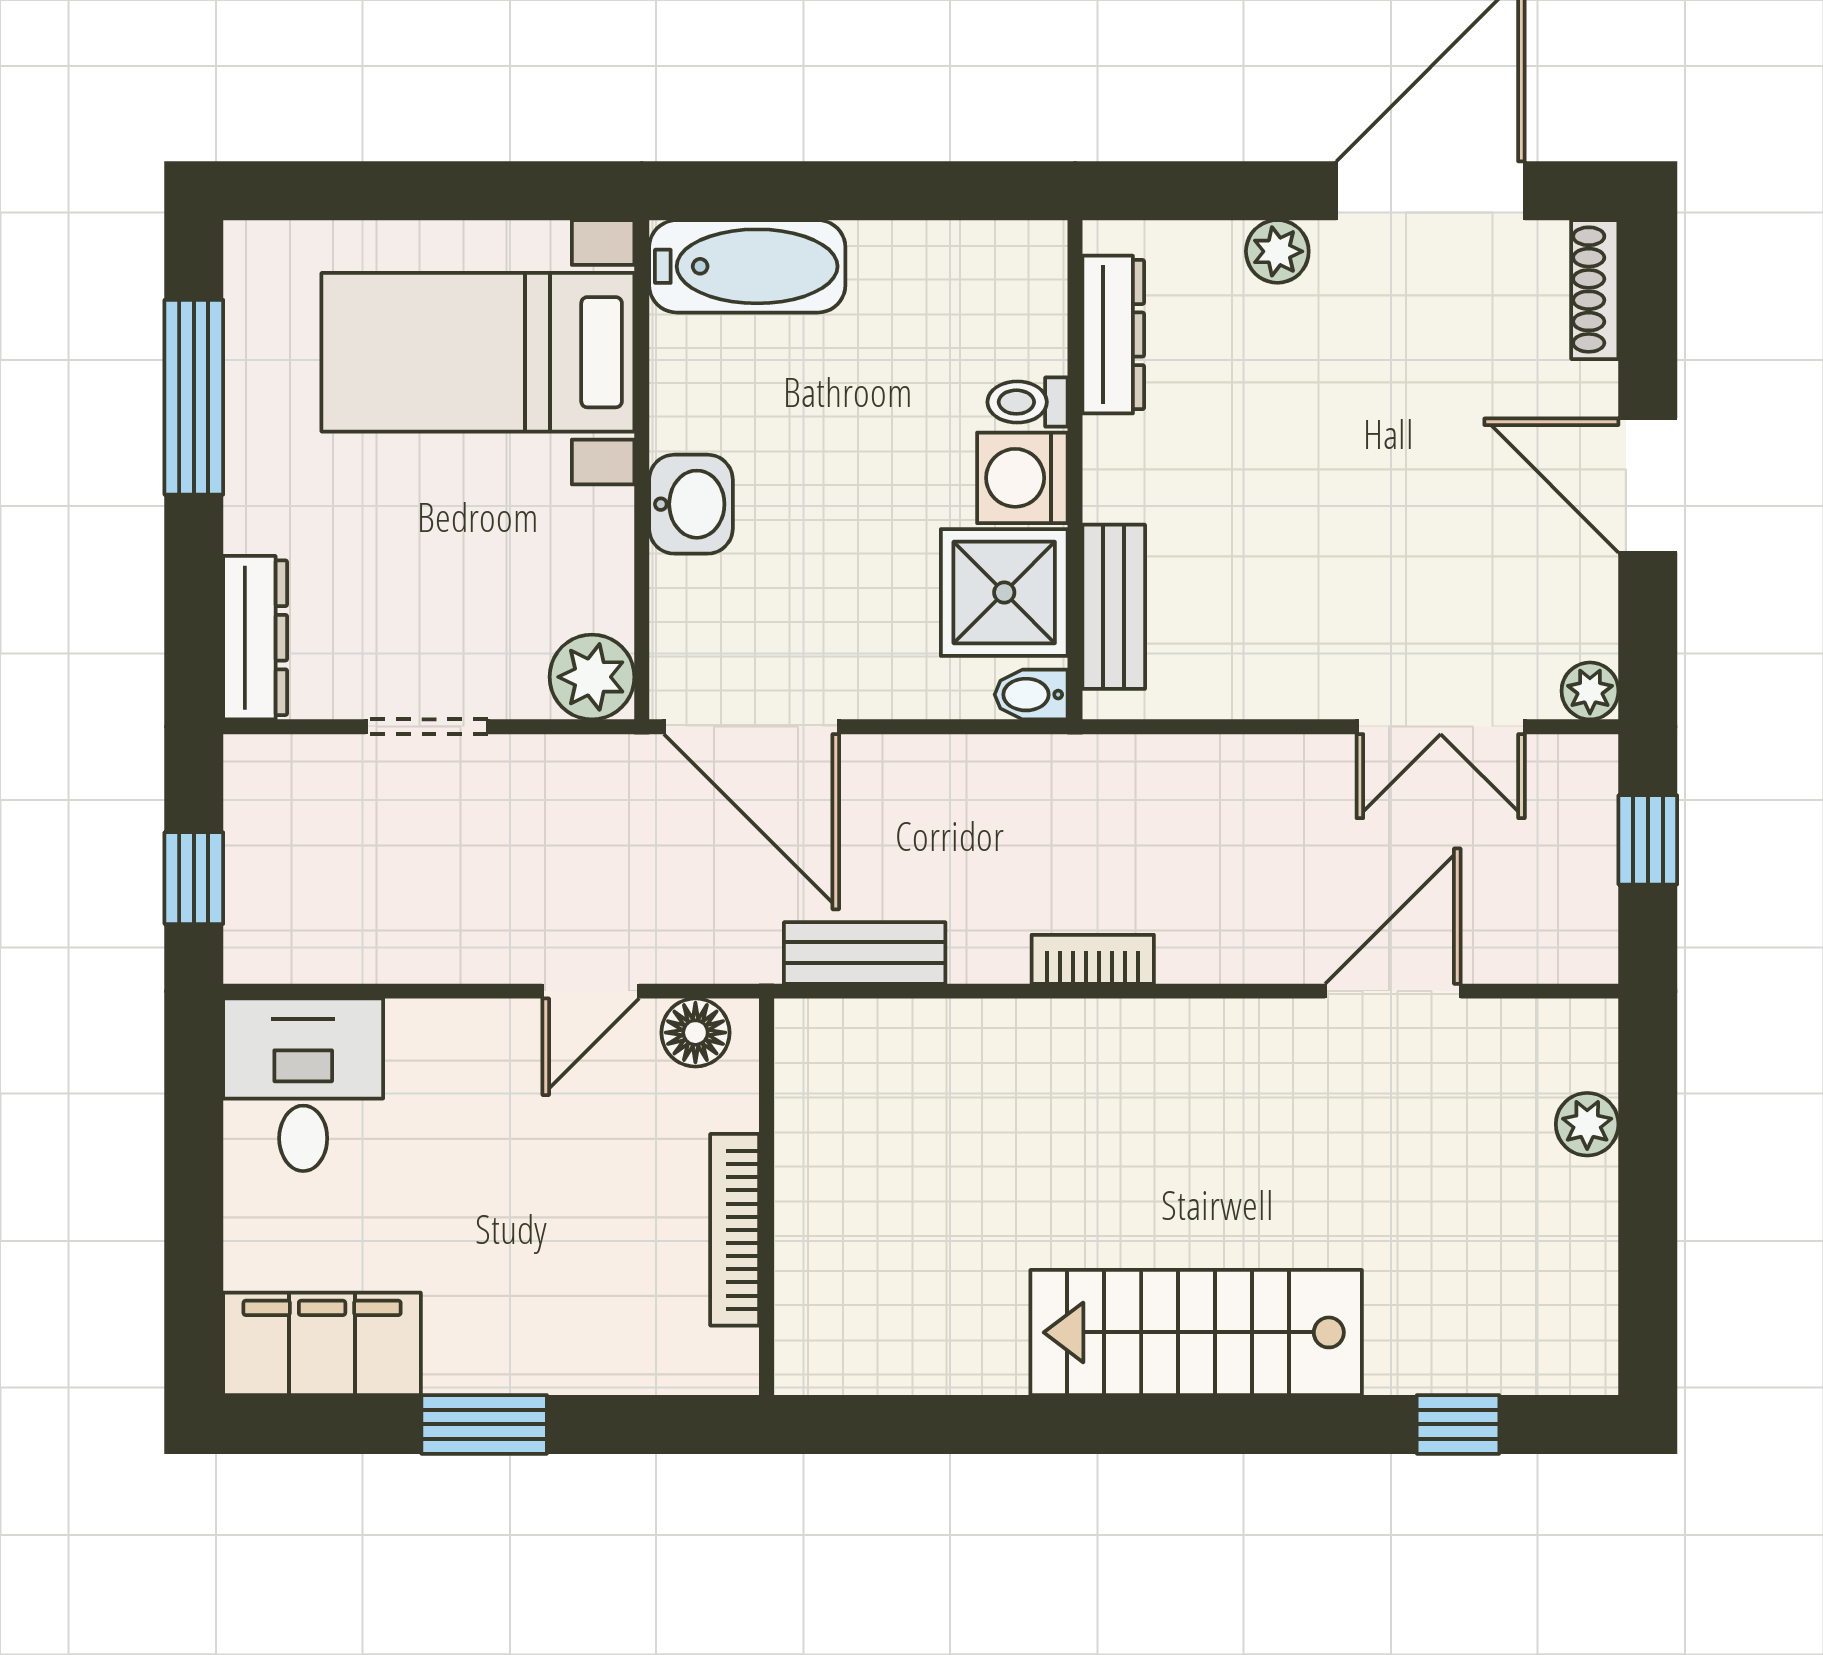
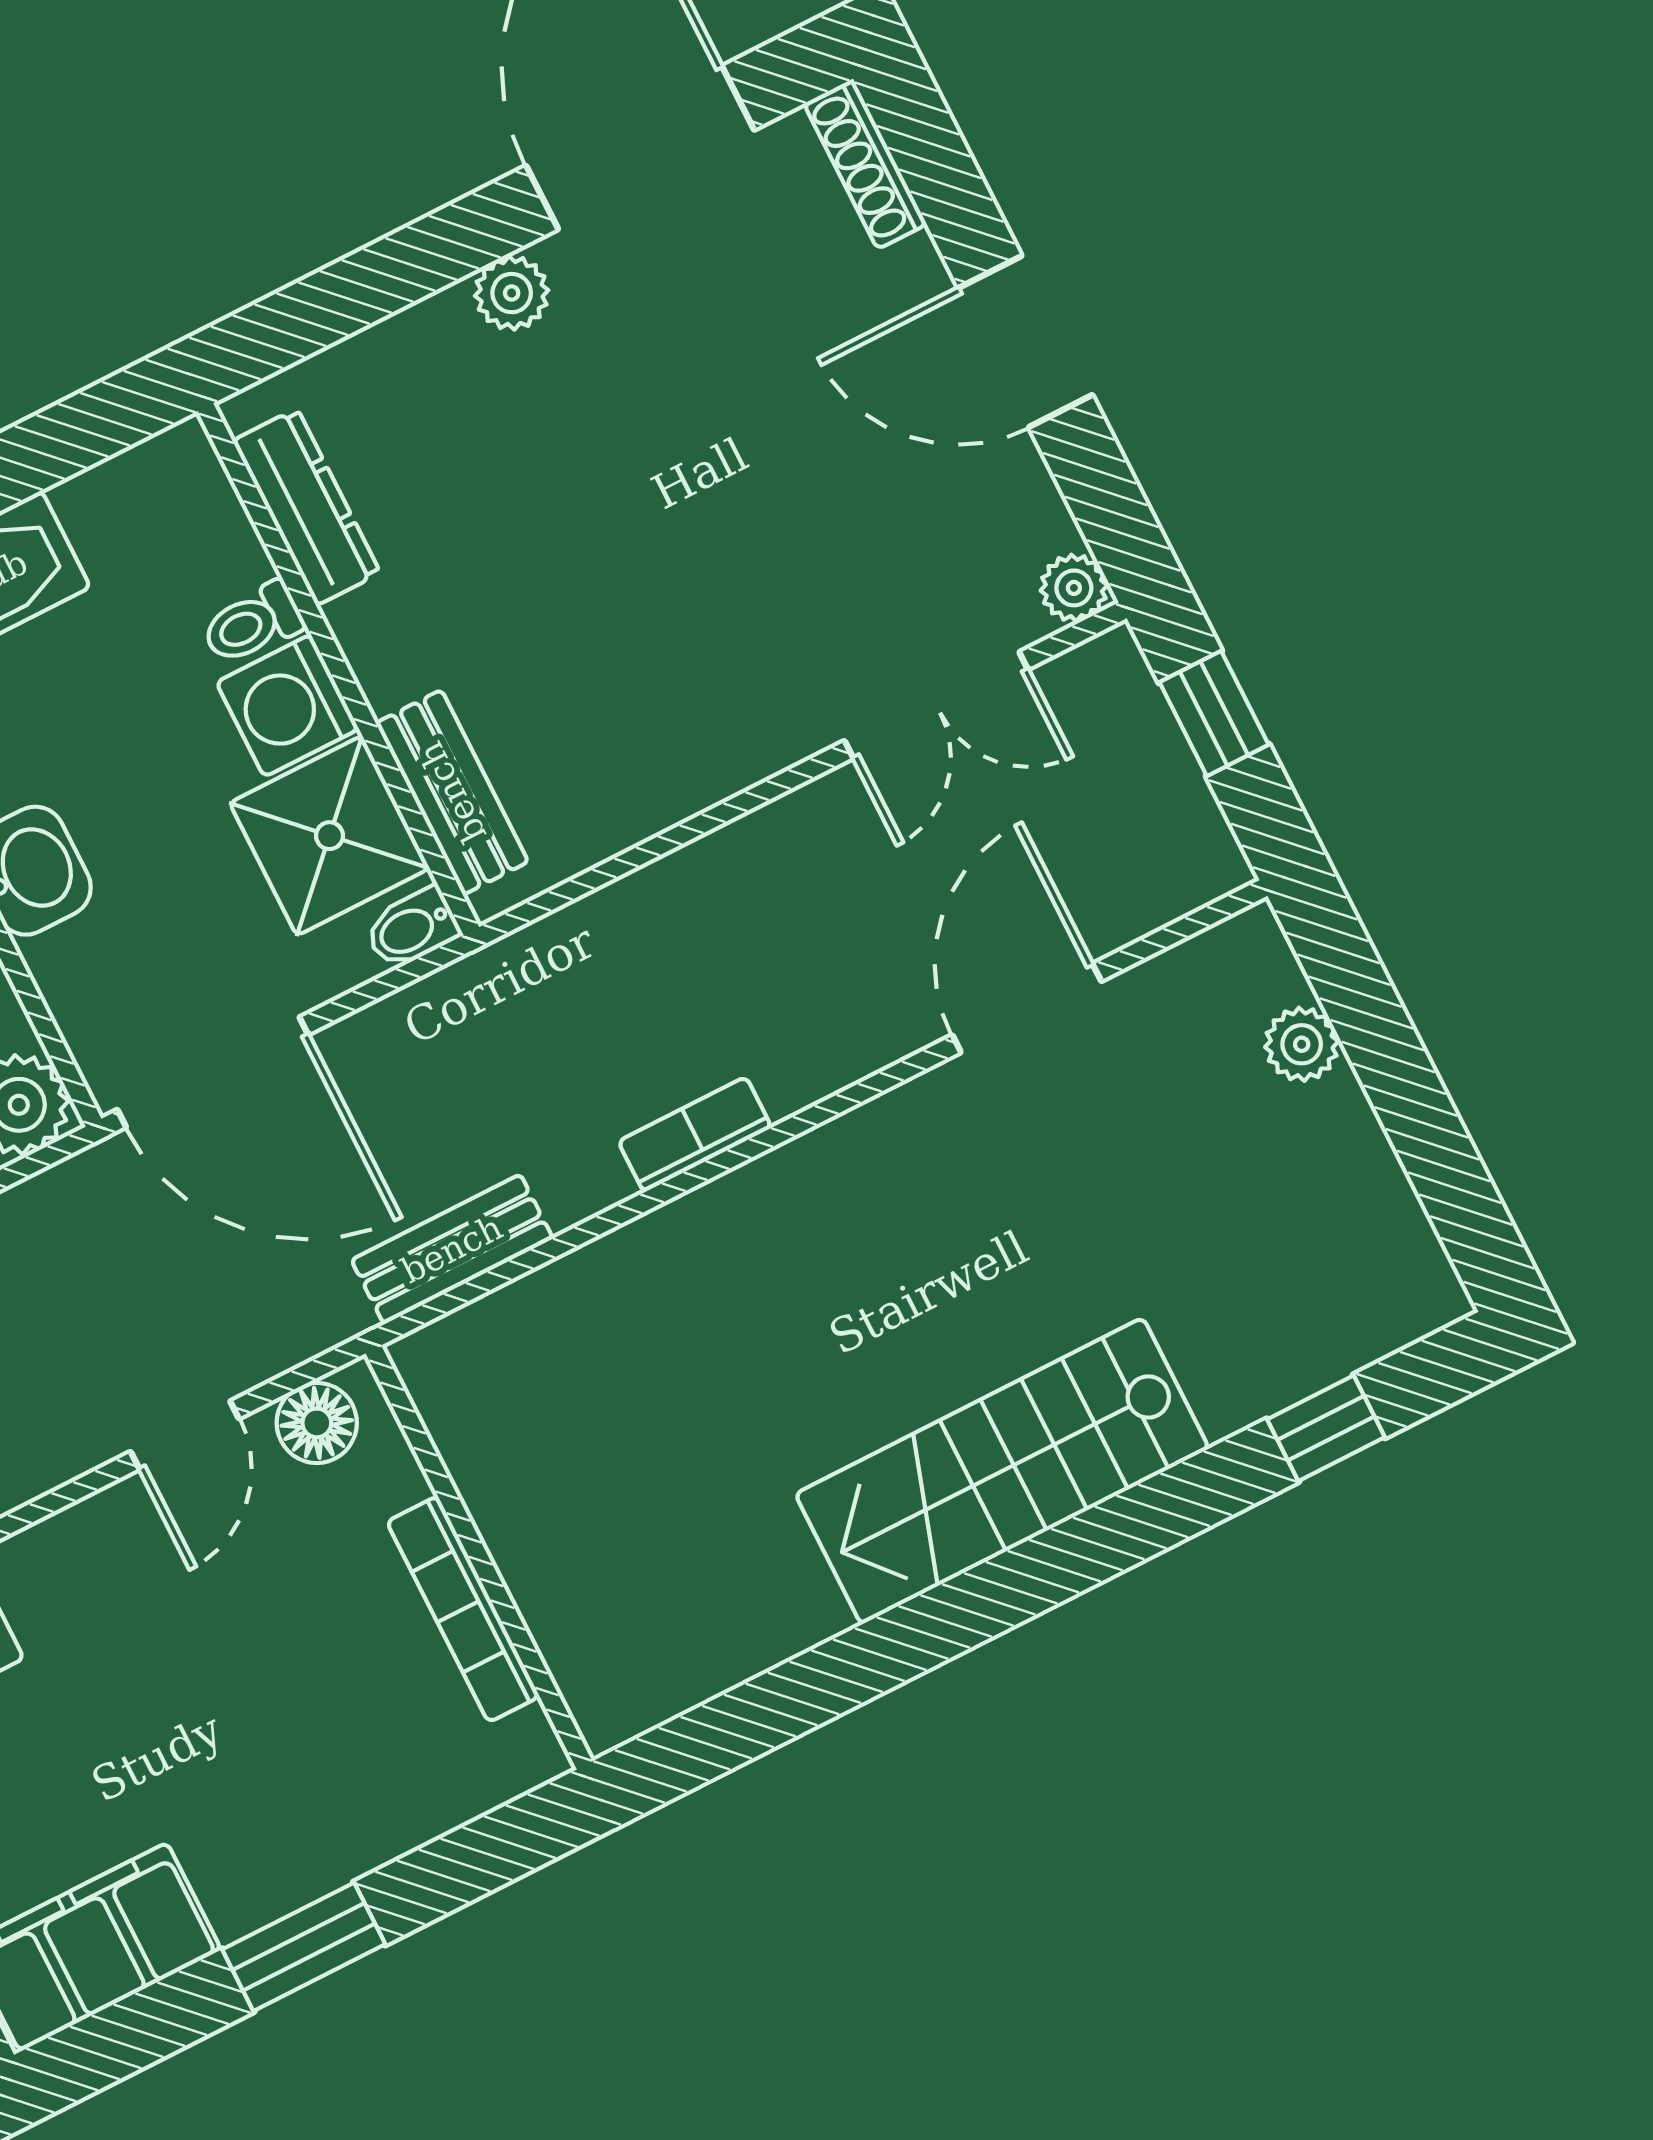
dresser: (1113, 335) -> (307, 507), moved
toilet: (1028, 402) -> (253, 623), moved
wall: (1075, 470) -> (338, 669), moved
washing machine: (1022, 478) -> (287, 706), moved
shower: (1004, 592) -> (329, 836), moved
bench: (1114, 607) -> (452, 792), moved
bidet: (1031, 695) -> (412, 928), moved

